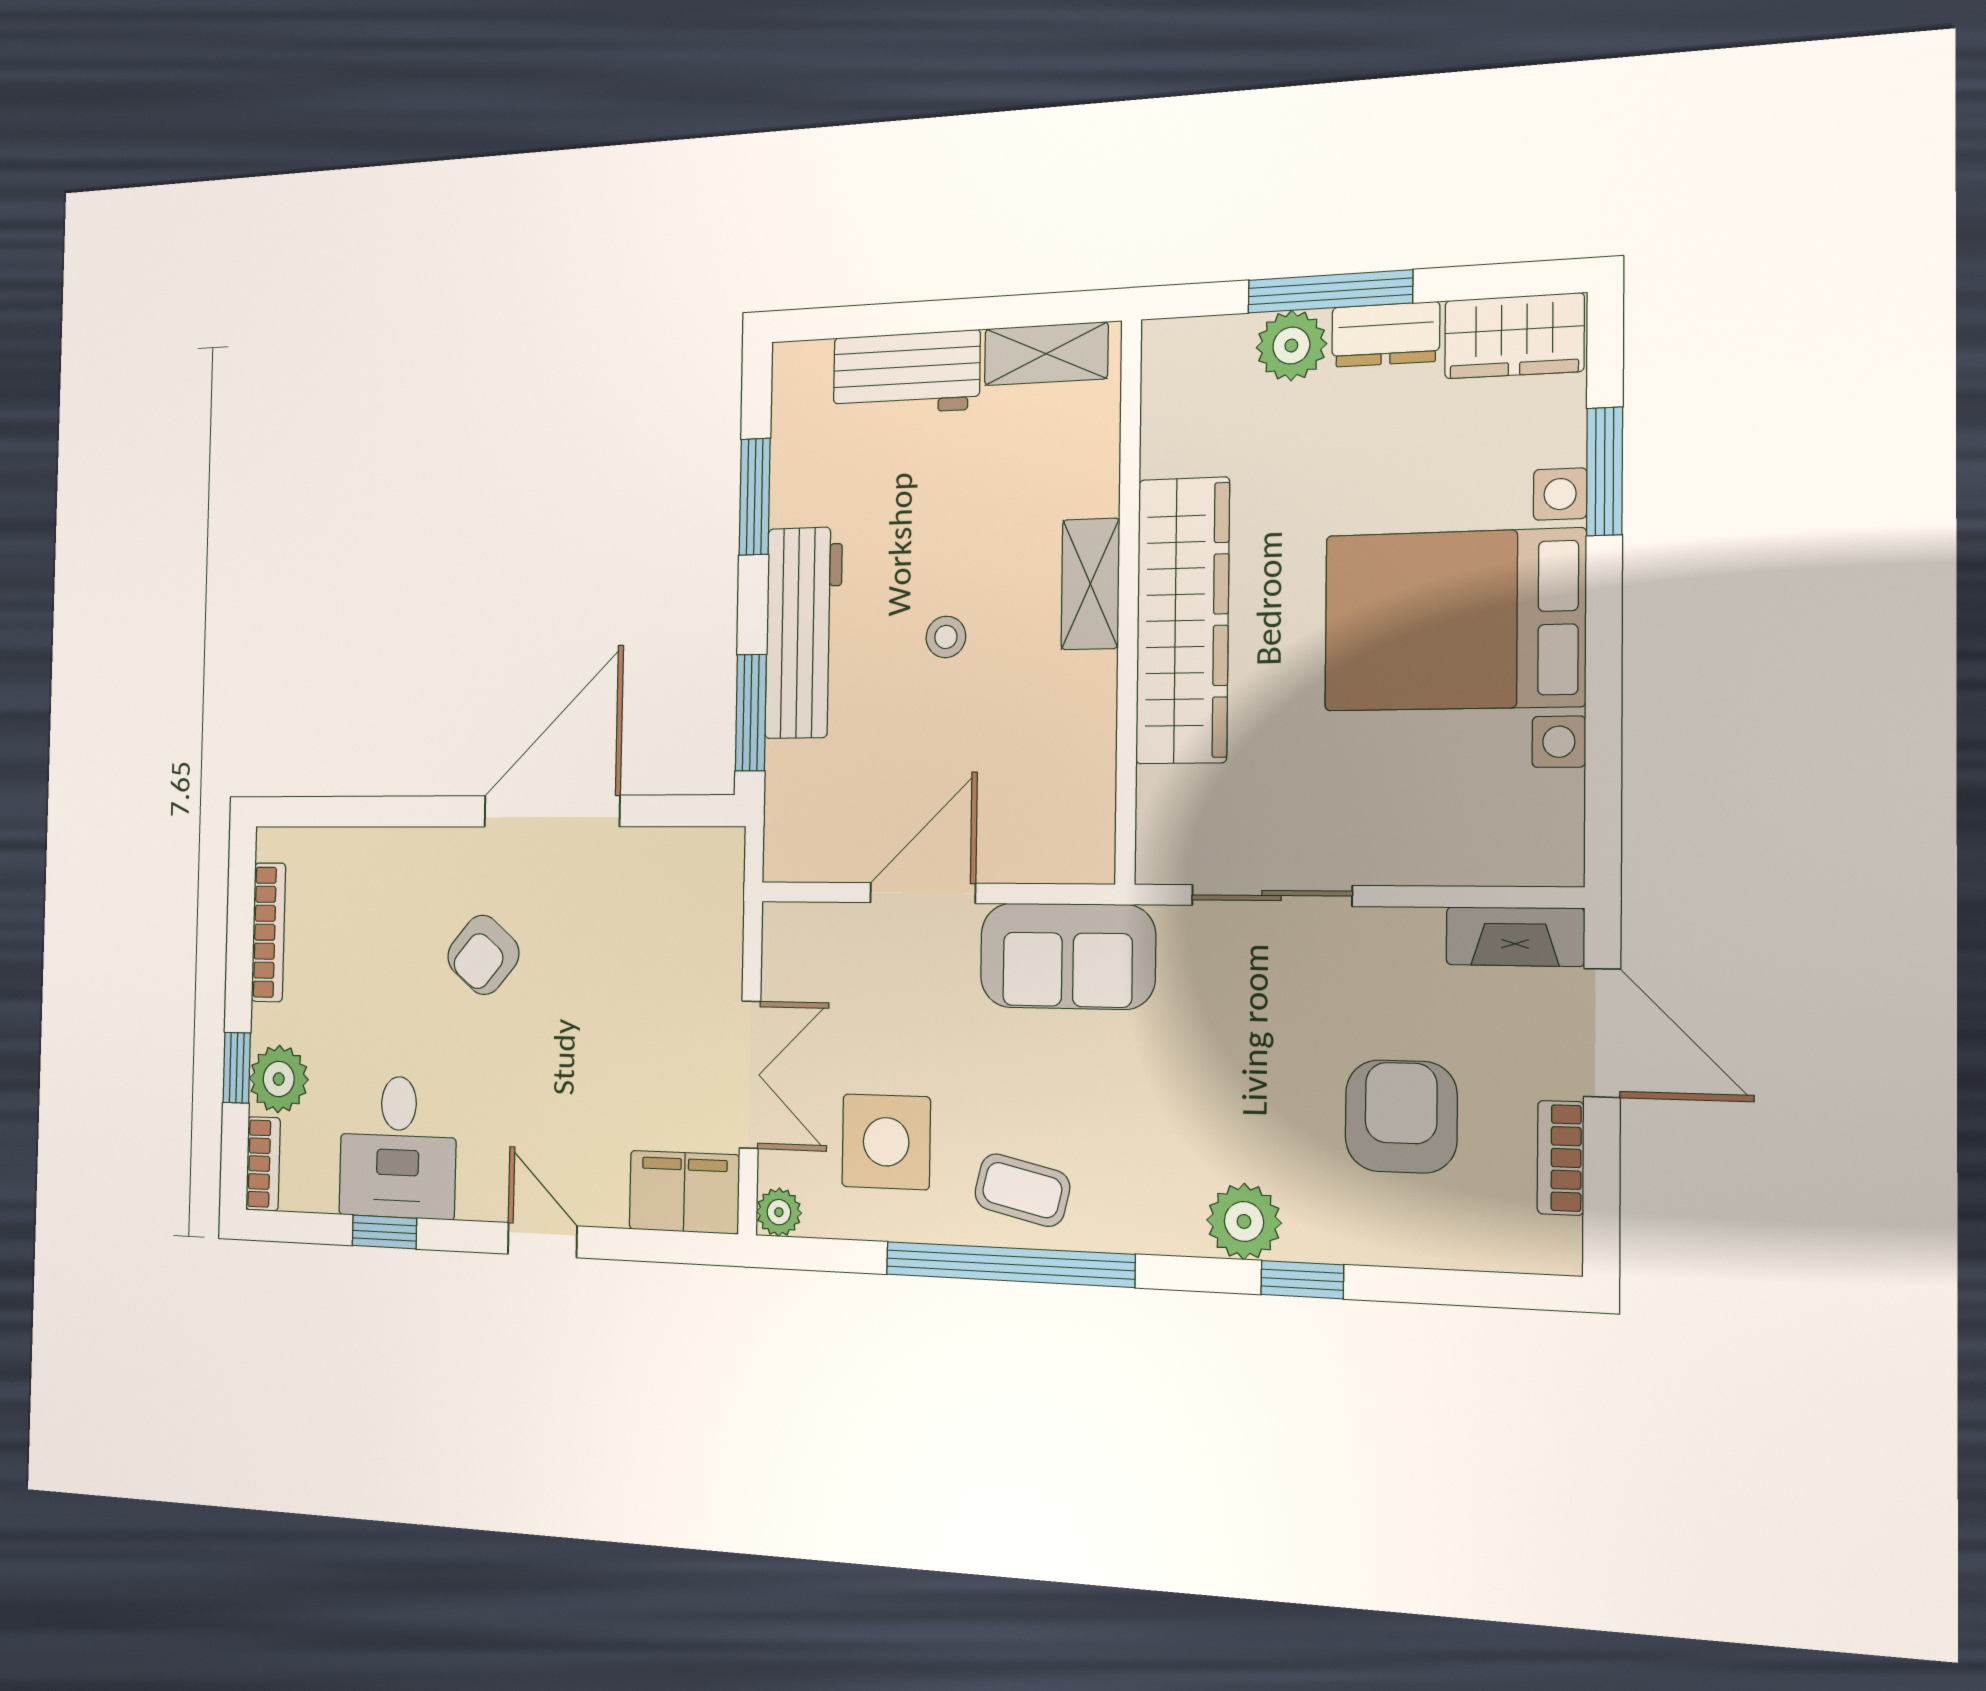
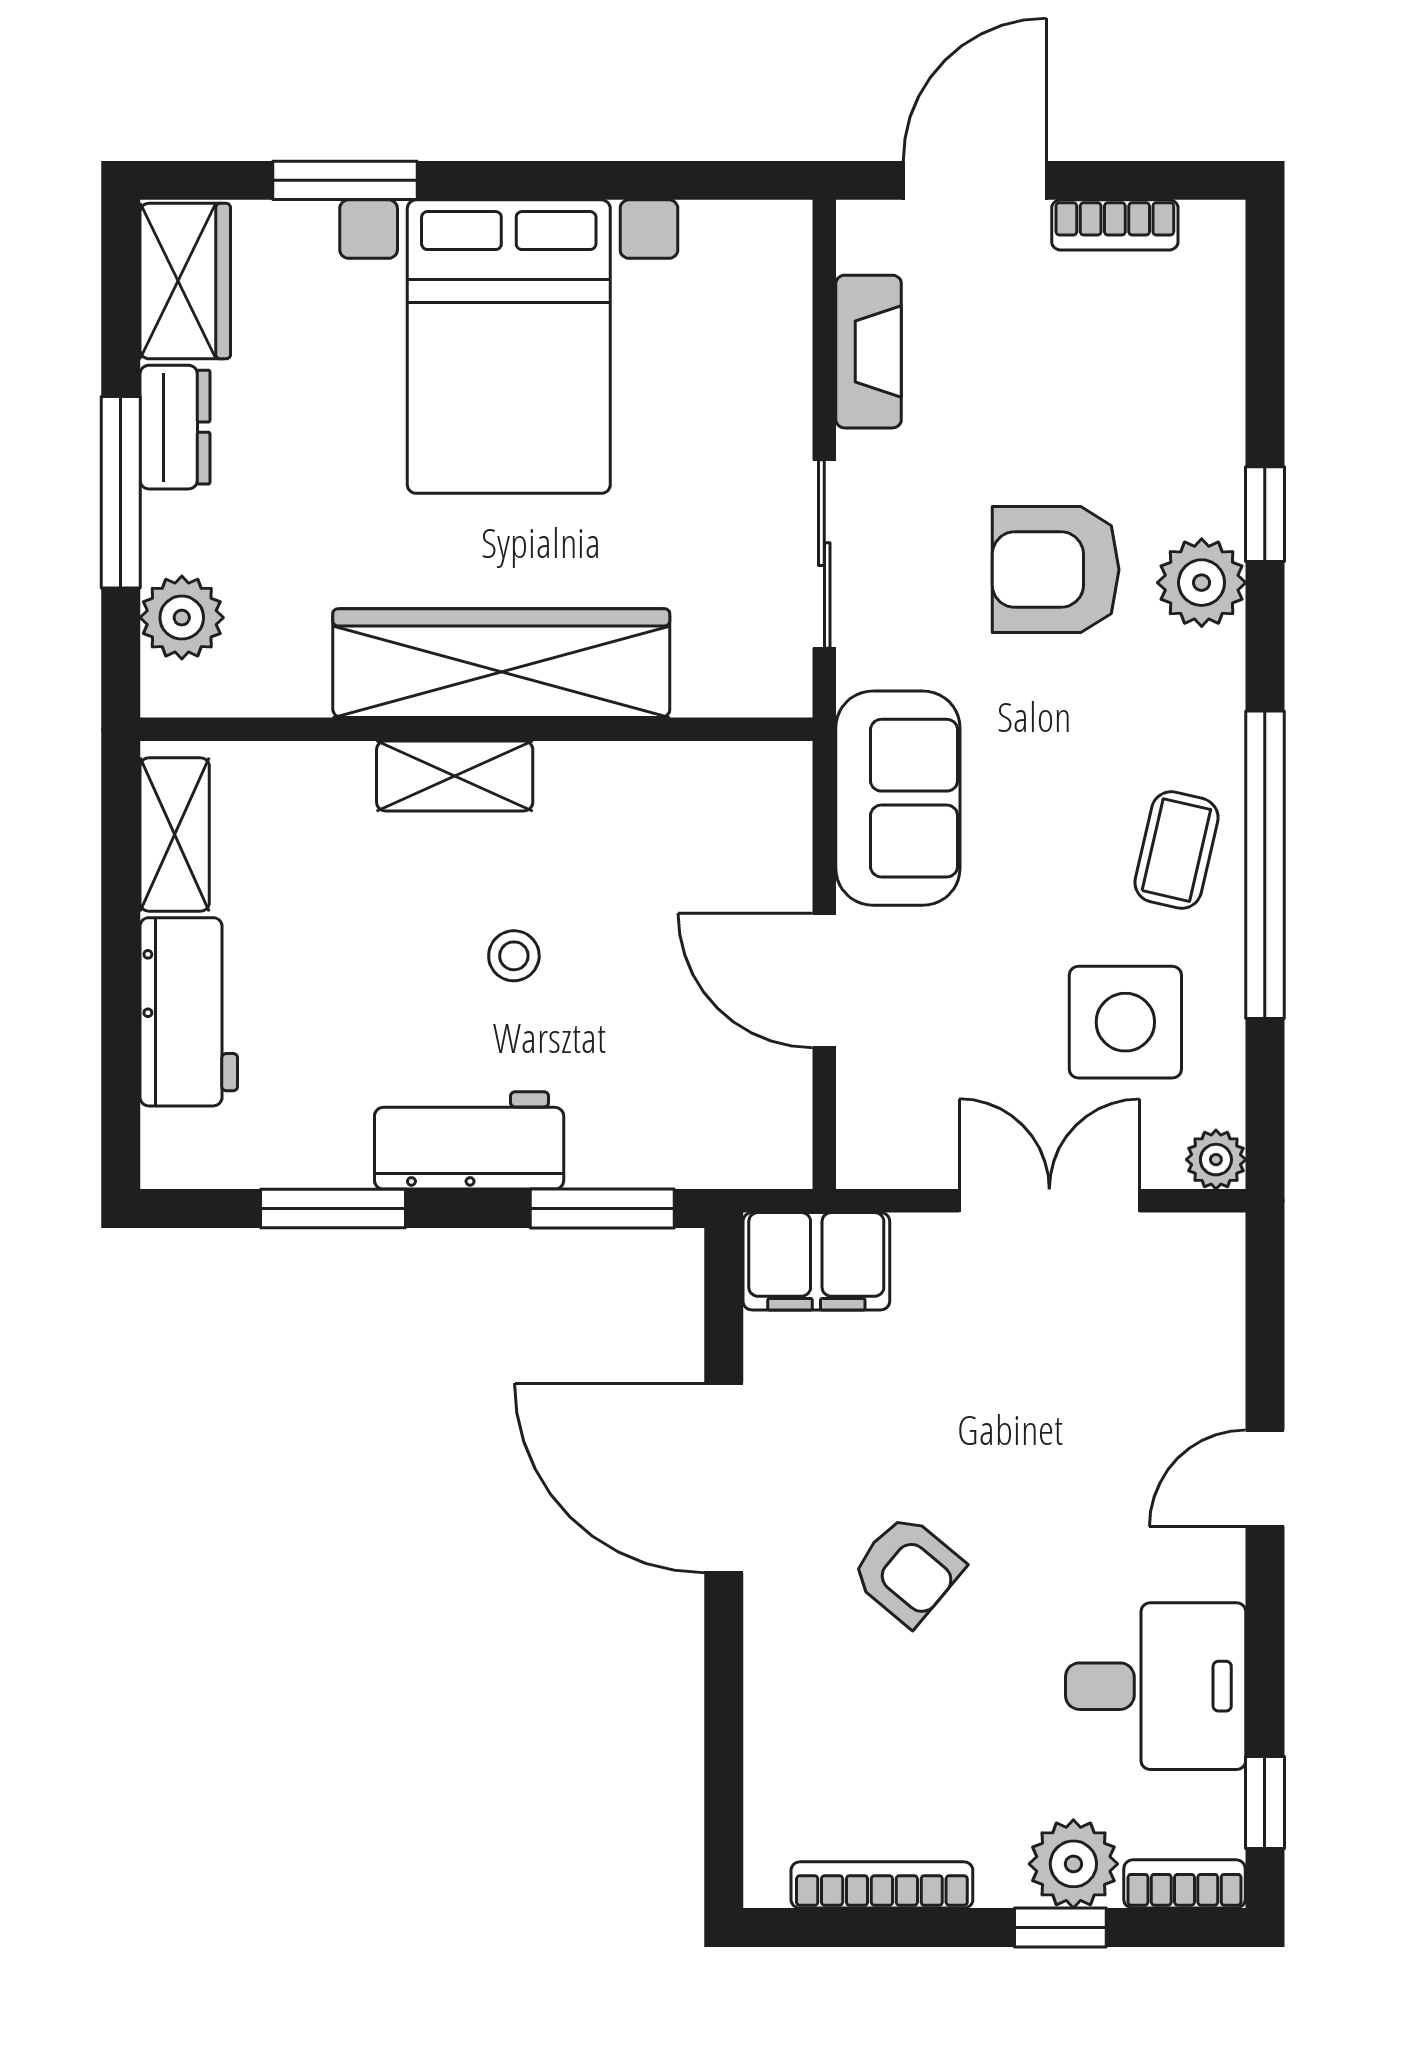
plant: (1291, 346) -> (182, 618), moved
workbench: (804, 633) -> (469, 1140), width x0.73
fireplace: (1515, 937) -> (869, 352), moved
armchair: (1401, 1116) -> (1056, 570), moved
filing cabinet: (684, 1192) -> (816, 1261), moved, turned -90
window: (384, 1232) -> (1265, 1802), moved

